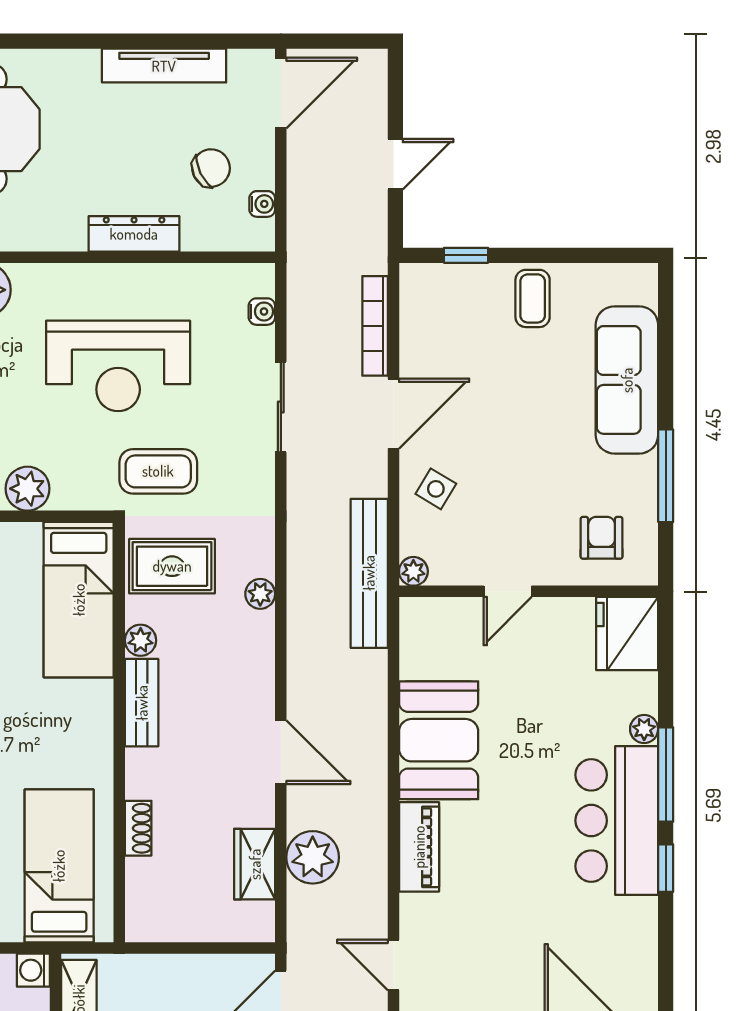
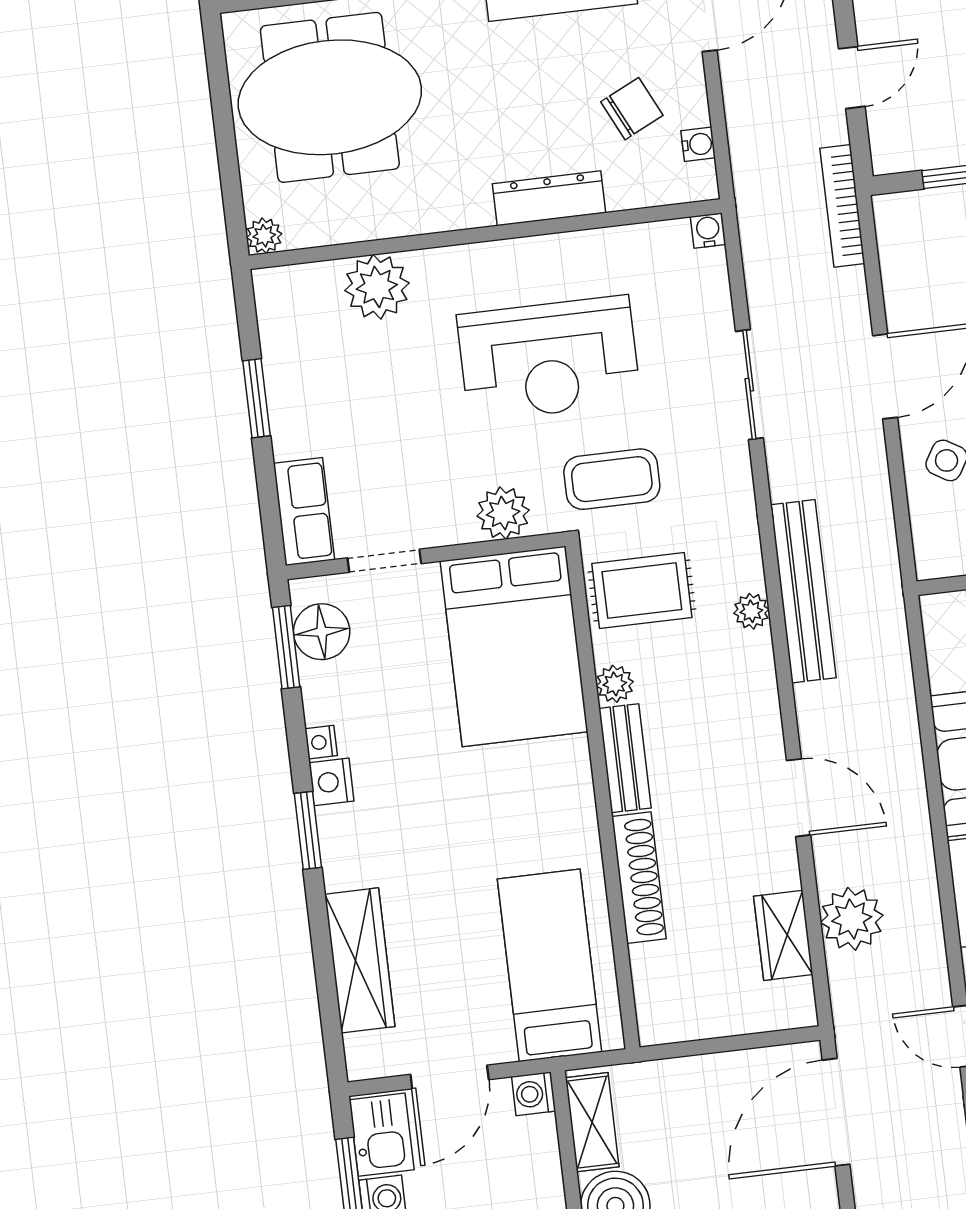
water cooler: (262, 312) -> (708, 231), moved, turned -90
bookcase: (375, 326) -> (842, 206), moved
plant: (28, 489) -> (503, 513), moved
plant: (413, 571) -> (931, 562), removed
bench: (369, 573) -> (803, 591), moved
bed: (79, 600) -> (514, 646), width x1.50
shoe rack: (138, 828) -> (639, 878), width x1.94, depth x1.24

